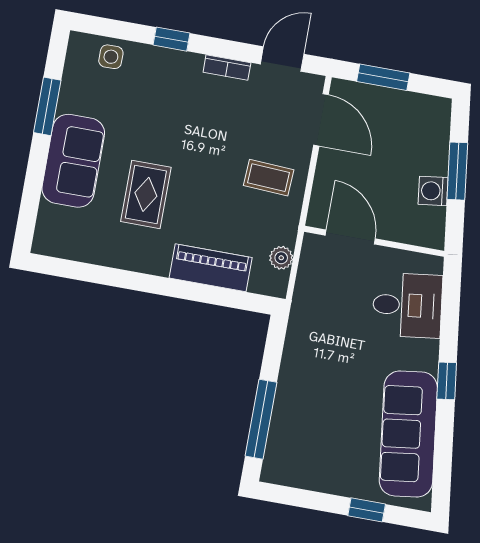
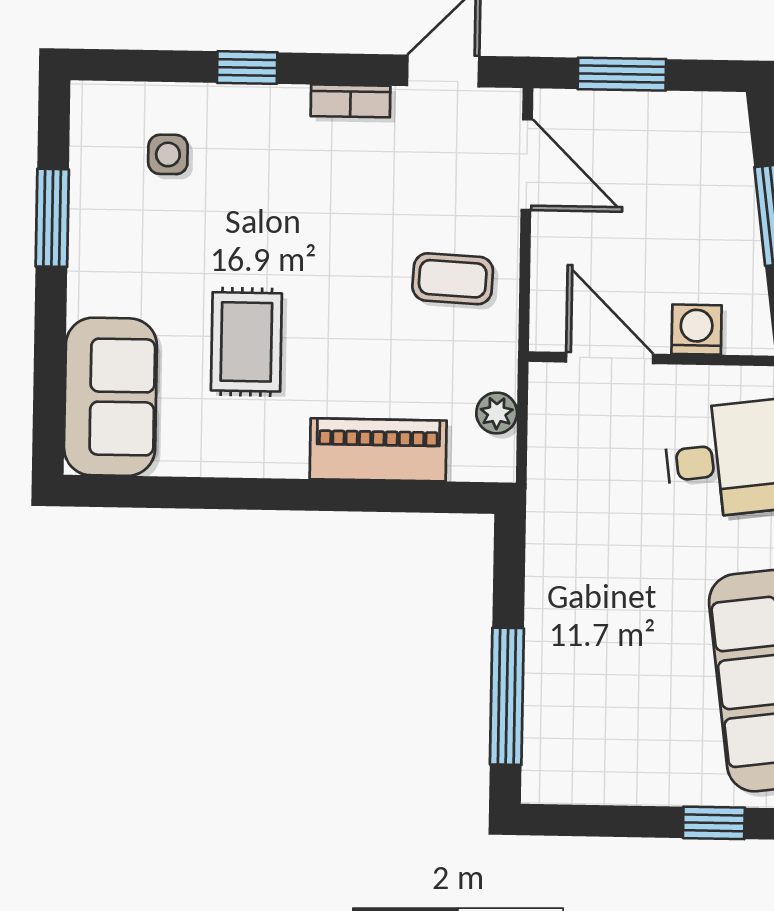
side table: (111, 57) -> (168, 154), moved
sofa: (73, 161) -> (110, 397), moved
washing machine: (433, 191) -> (697, 330), moved, turned 97

